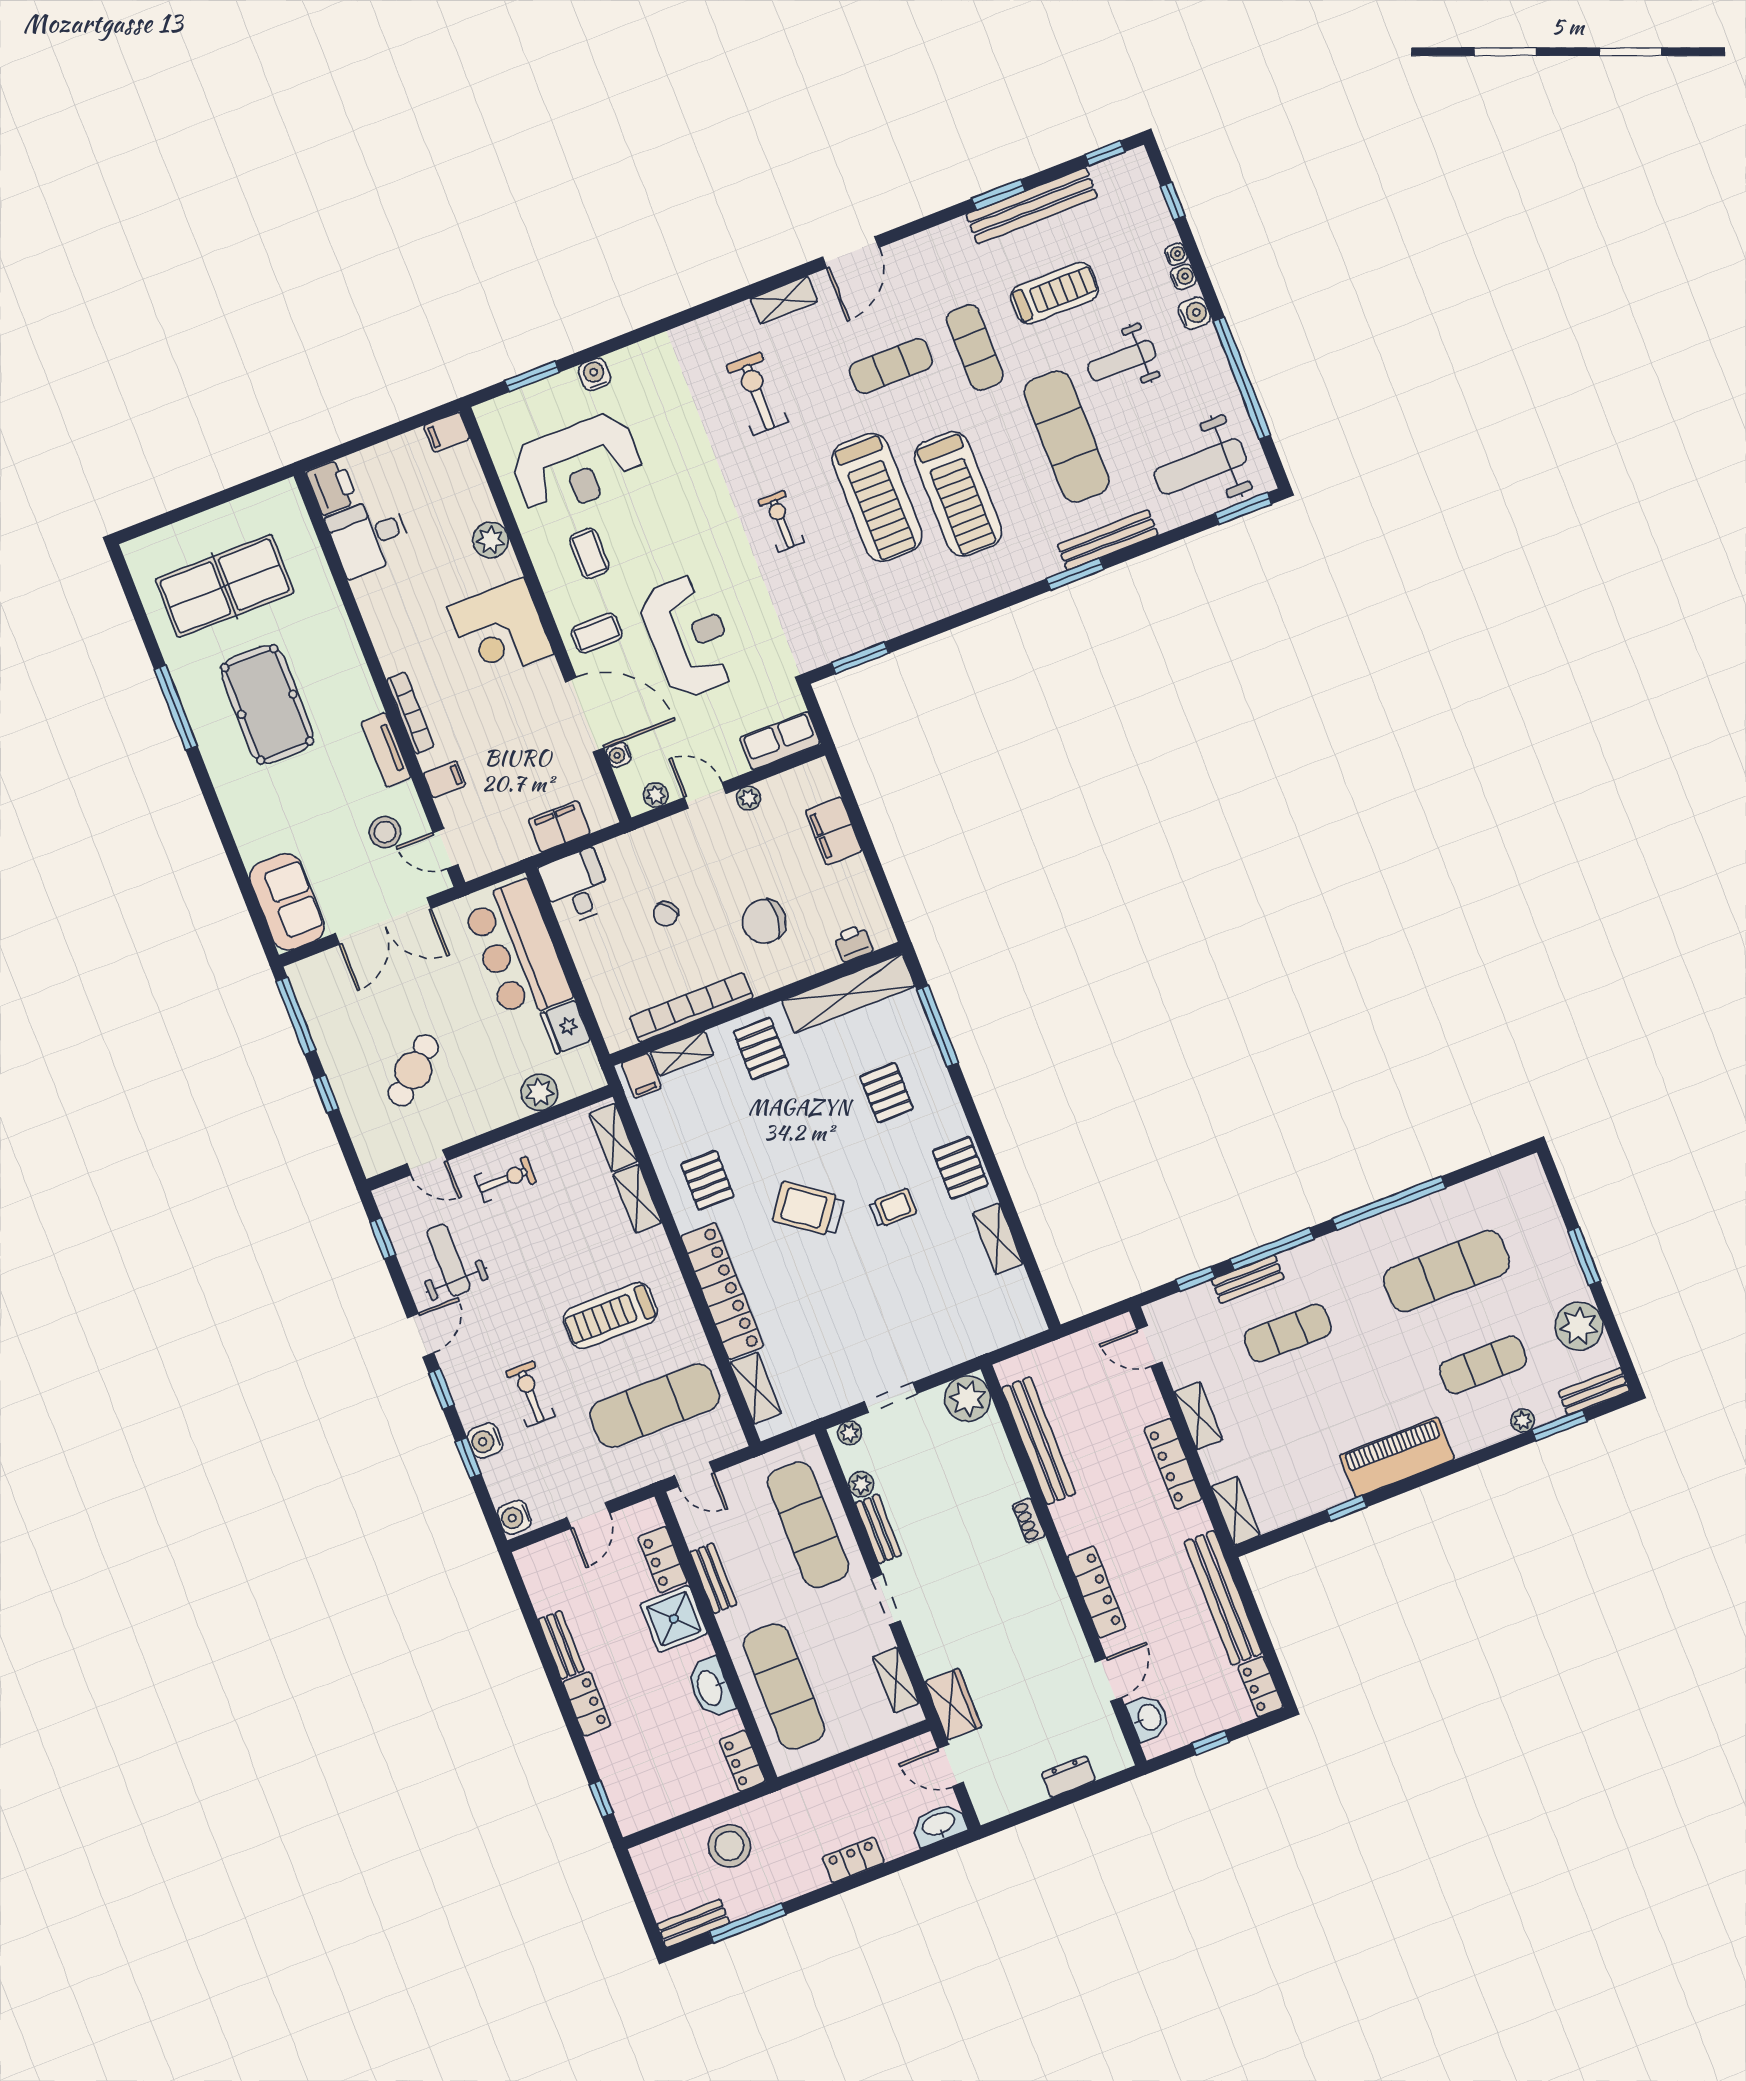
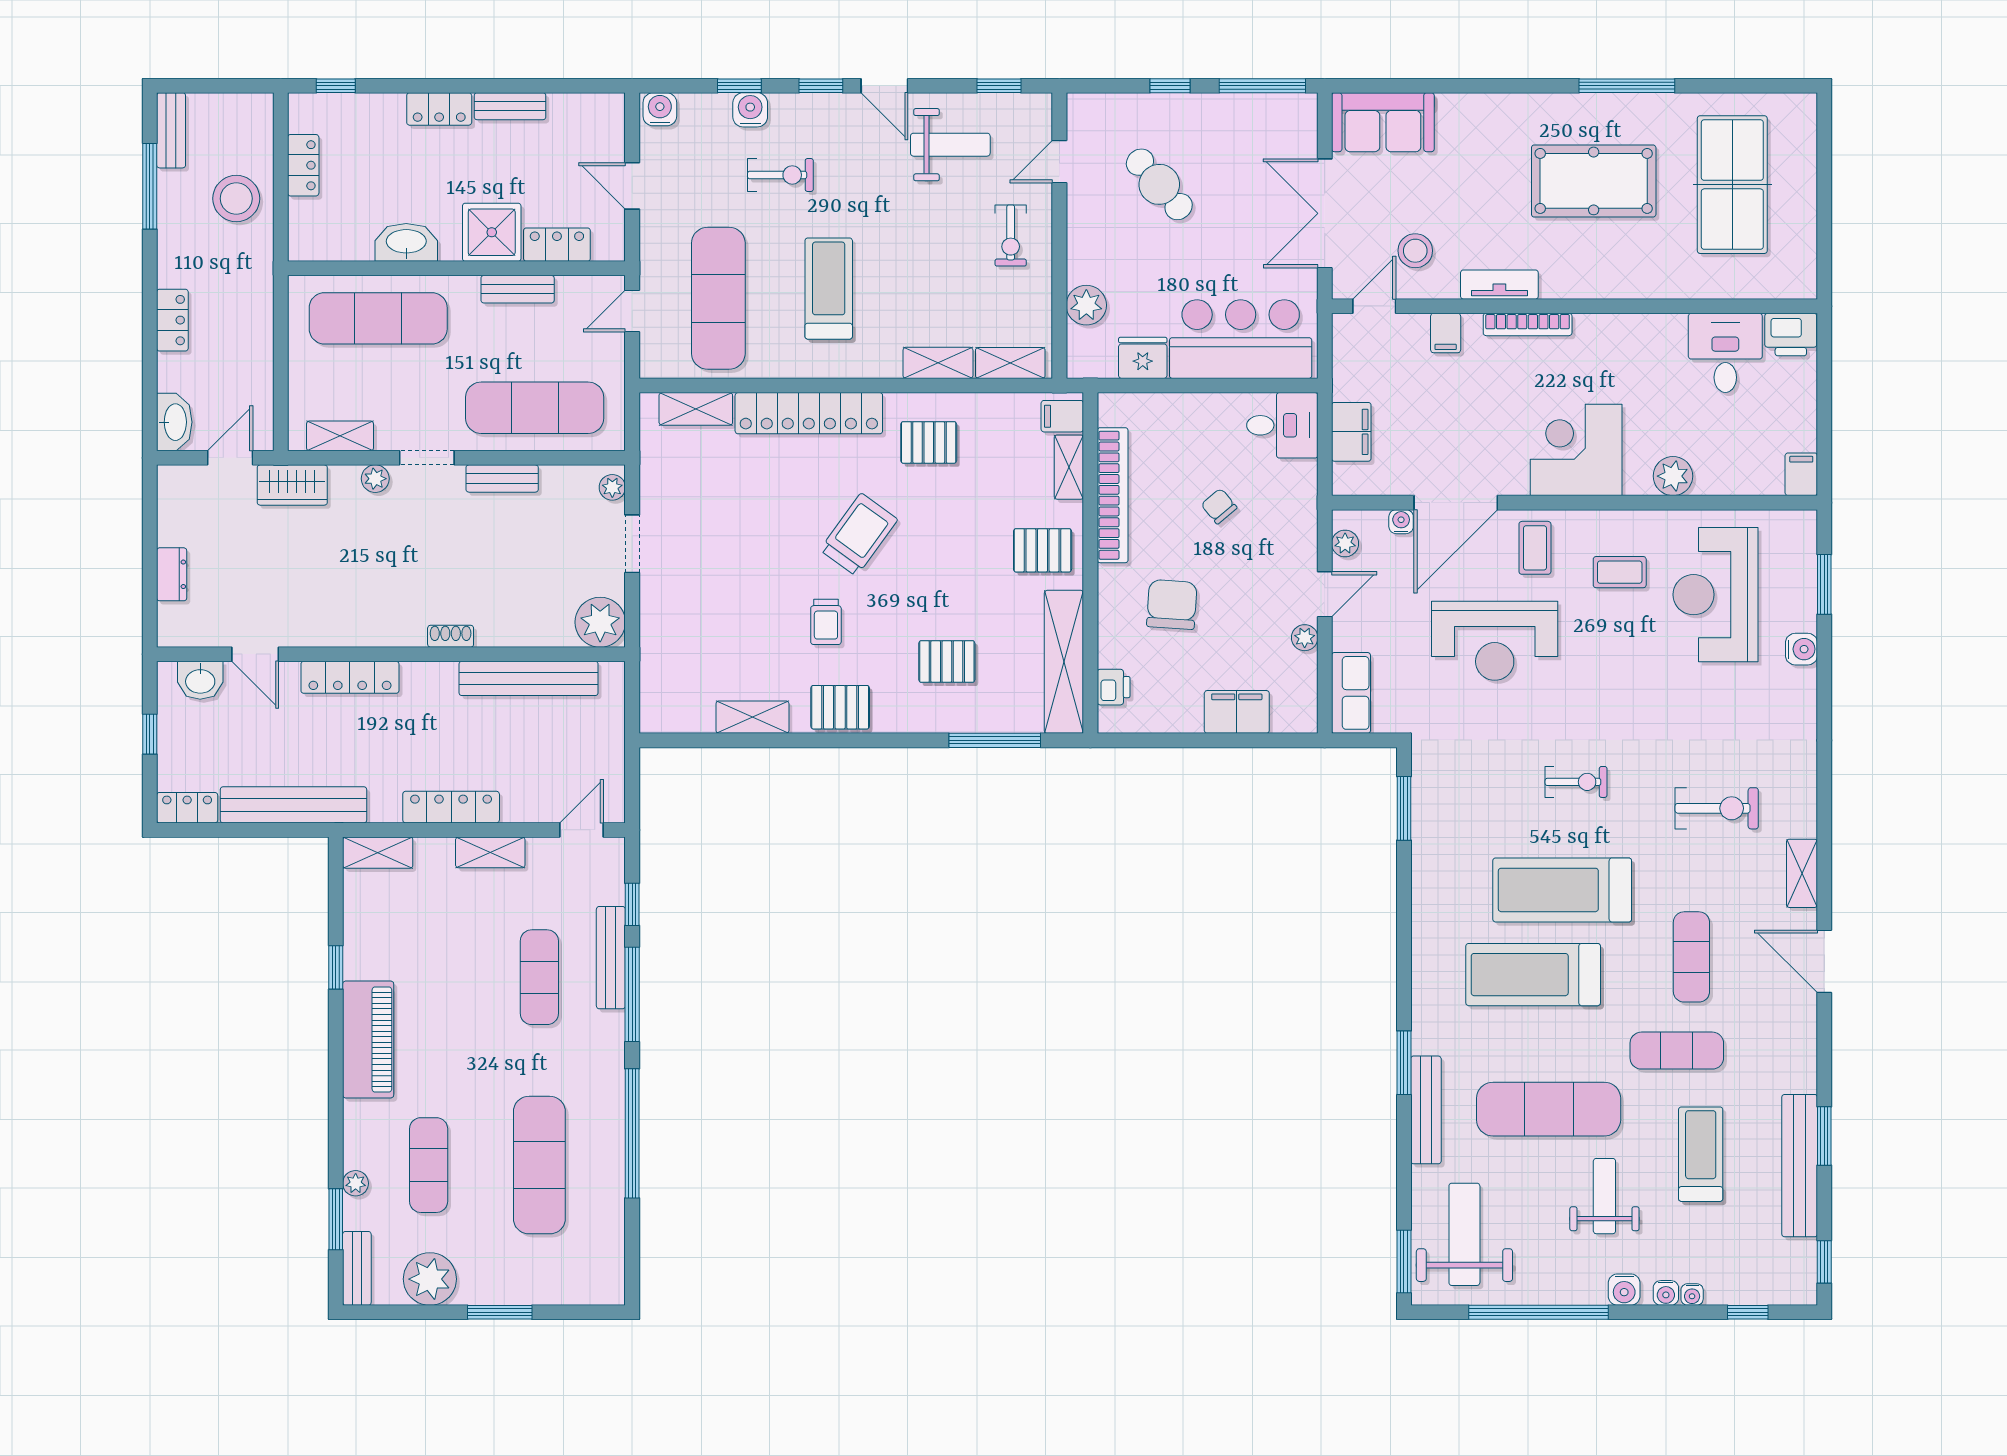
treadmill: (1055, 293) -> (1701, 1154), turned 180
bench: (1248, 1279) -> (611, 958), width x1.36
plant: (861, 1484) -> (375, 479), moved
locker: (742, 1761) -> (303, 165), moved, turned 90

